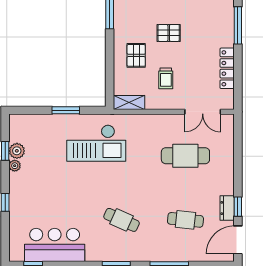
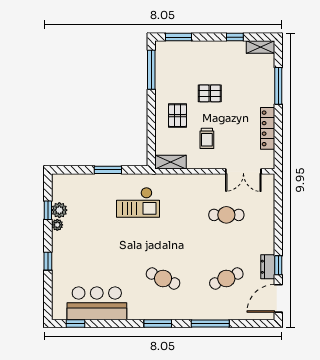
checkout: (96, 143) -> (138, 202), width x0.73, depth x0.83
cafe table: (185, 156) -> (226, 215), width x0.73, depth x0.74
cafe table: (185, 220) -> (226, 278), turned -30

